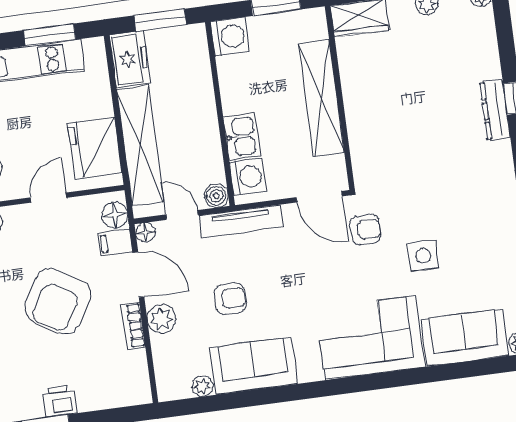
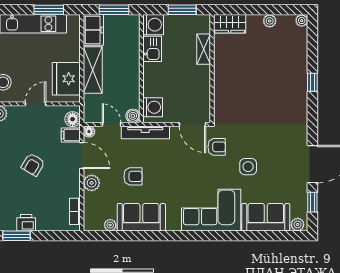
shelving: (321, 98) -> (204, 49), width x0.45, depth x0.75
dresser: (495, 110) -> (301, 88), removed
kitchen sink: (242, 137) -> (152, 49), moved
shelving: (140, 146) -> (93, 70), width x0.68
armchair: (58, 301) -> (33, 165), width x0.53, depth x0.53
bookcase: (134, 326) -> (75, 211), moved

